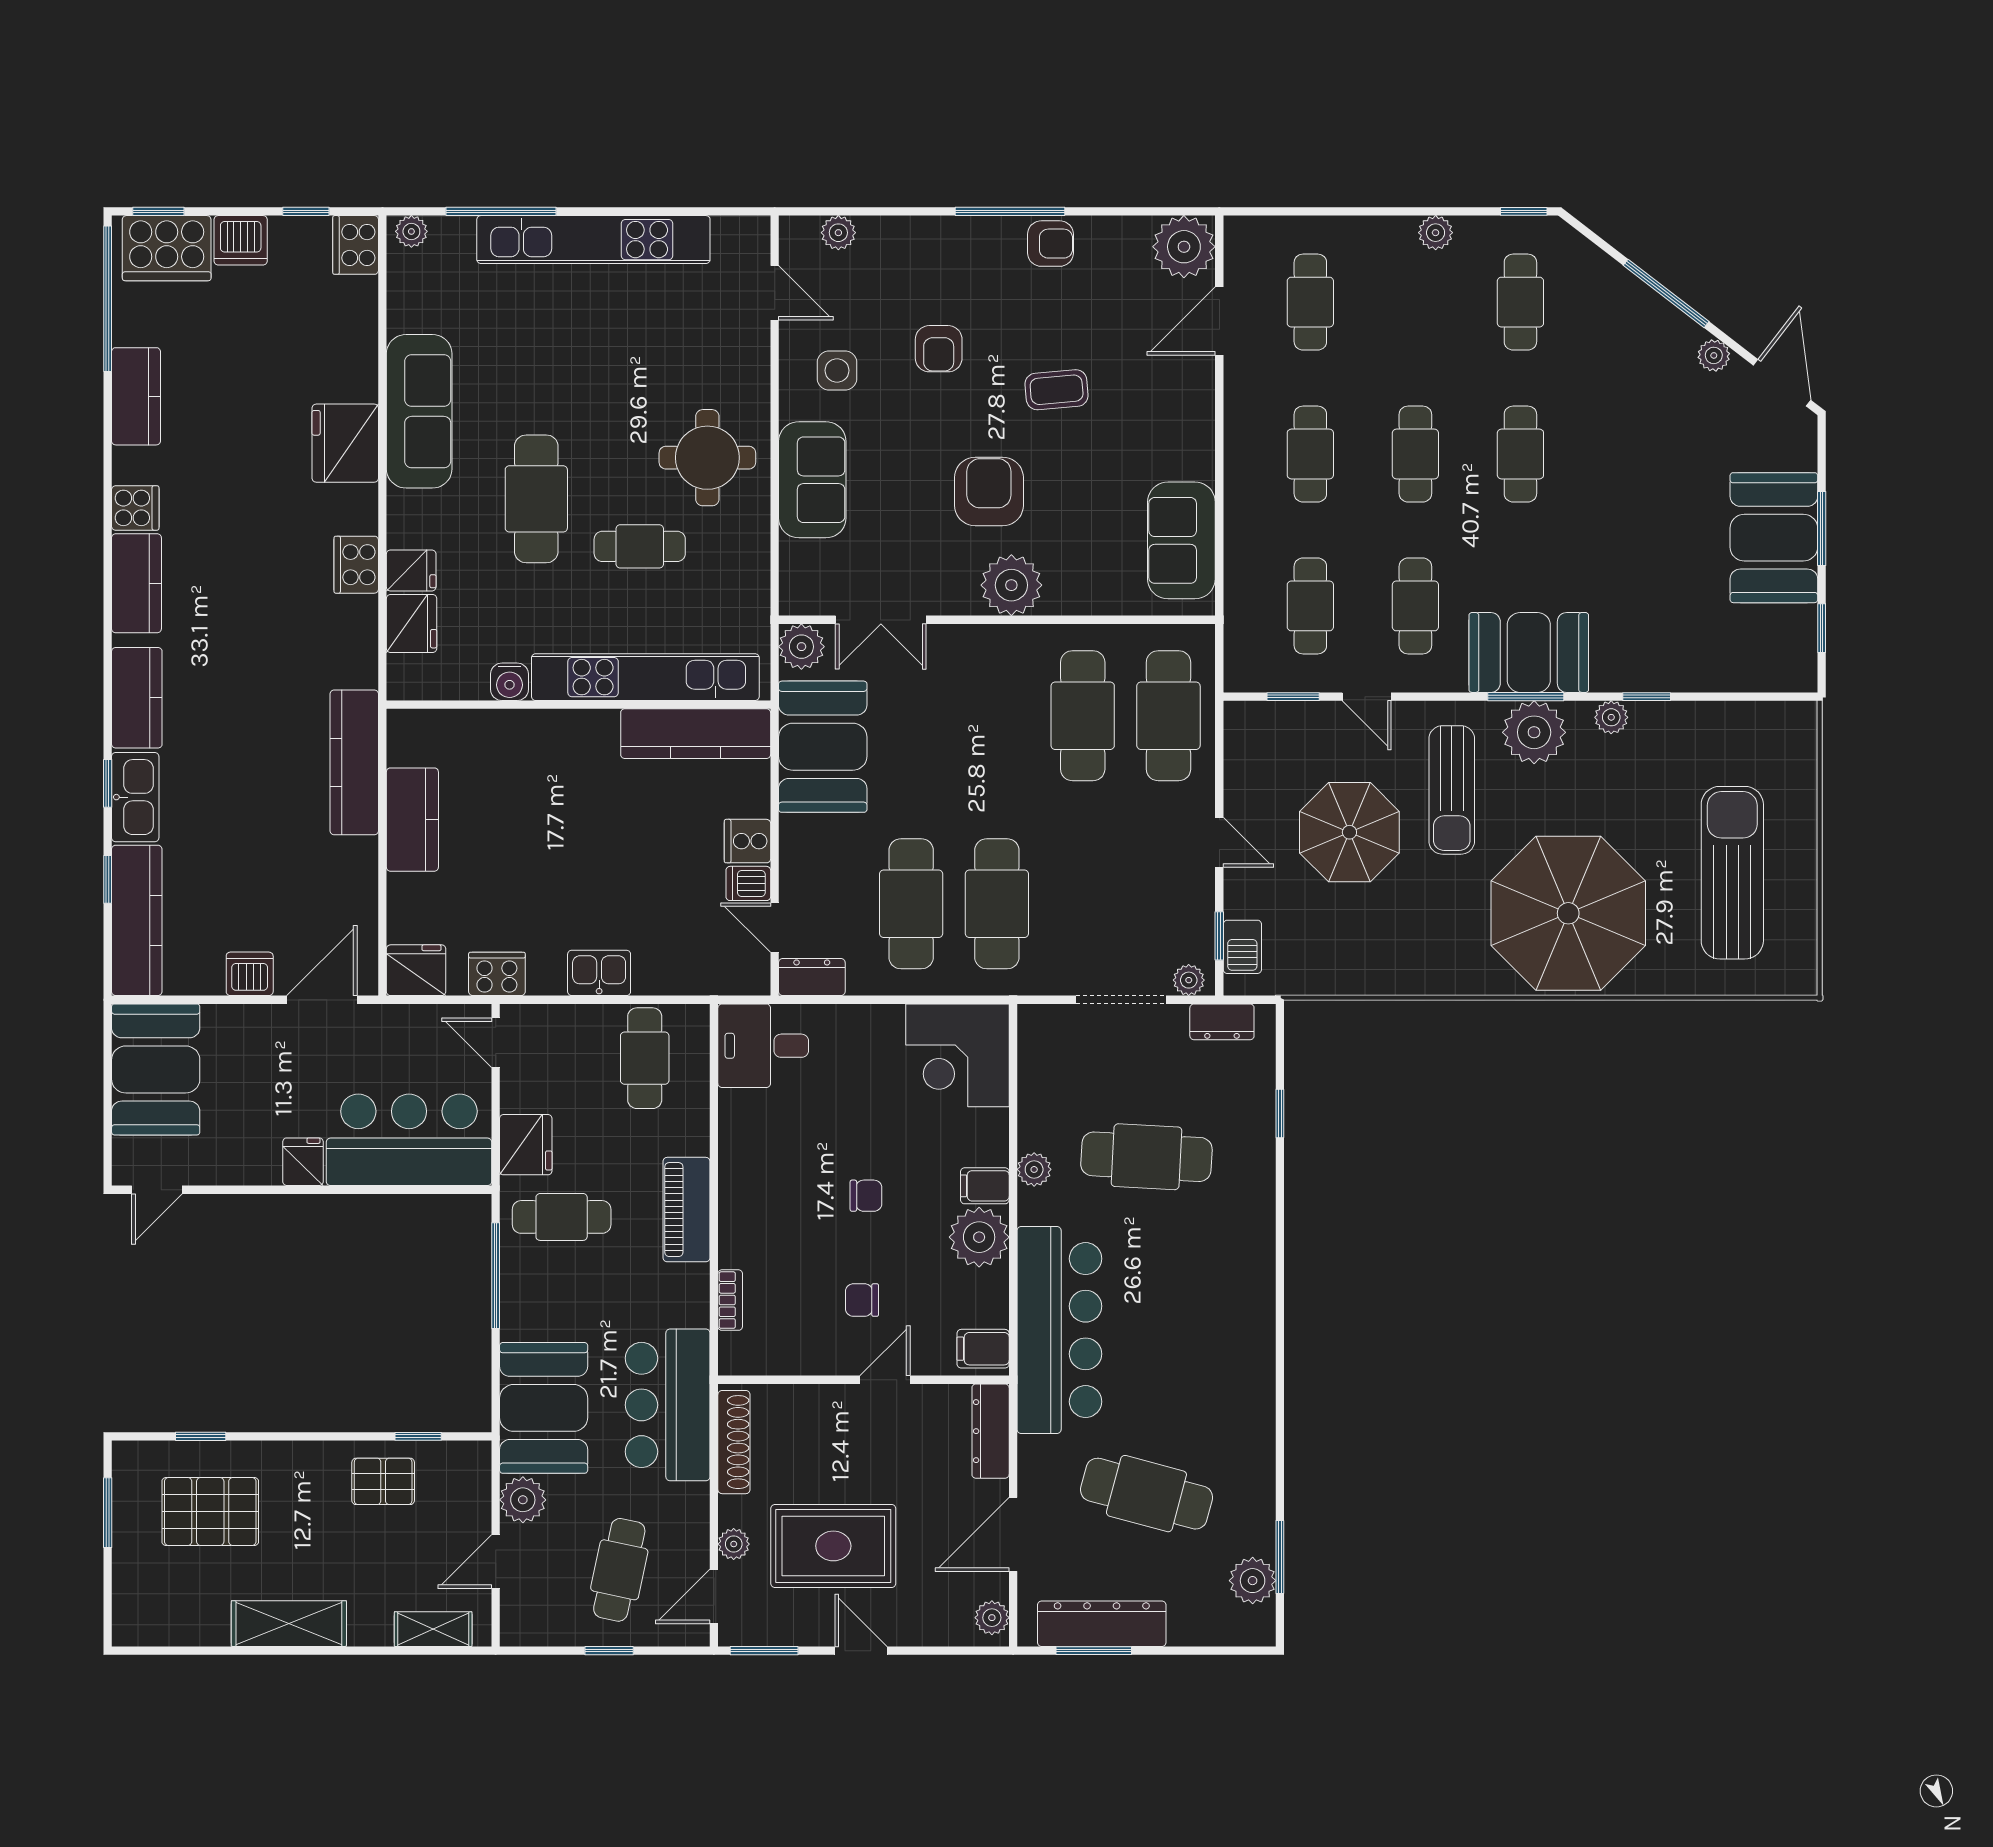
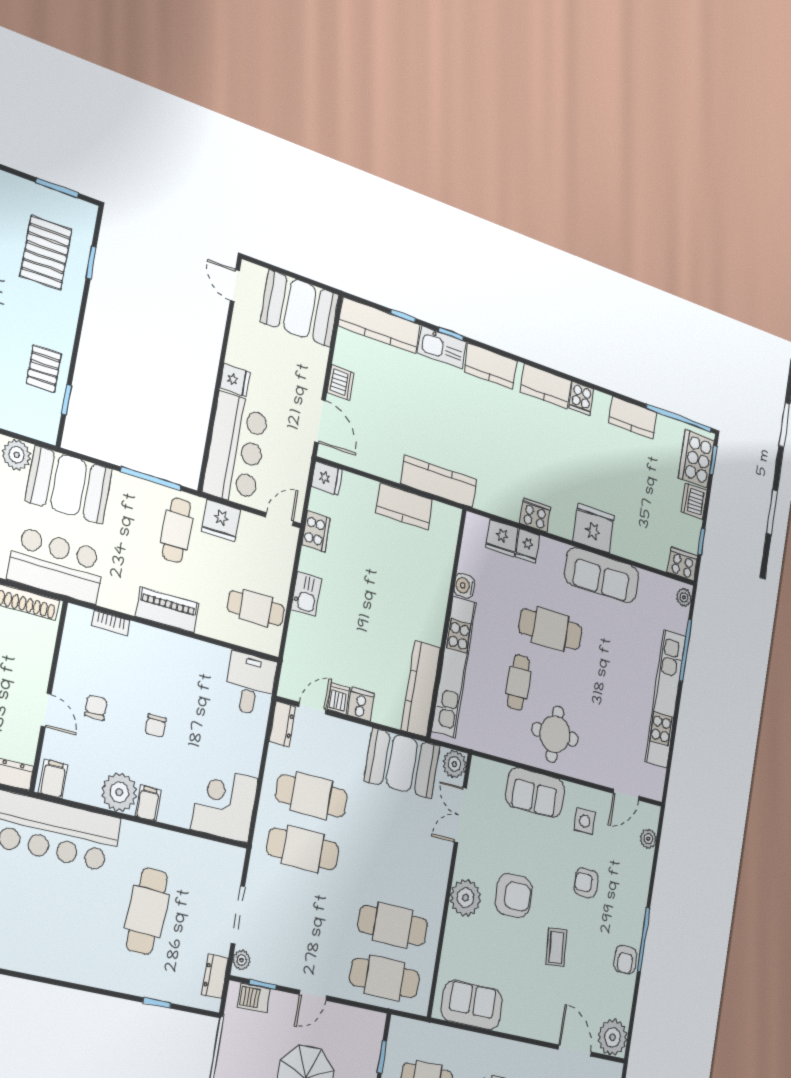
fridge: (416, 970) -> (327, 478), width x0.72
plant: (1034, 1169) -> (152, 837), removed

